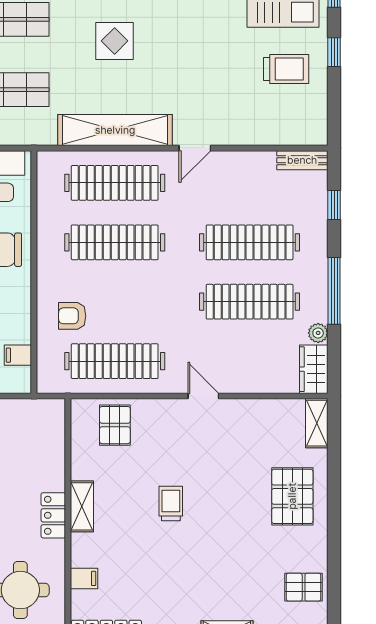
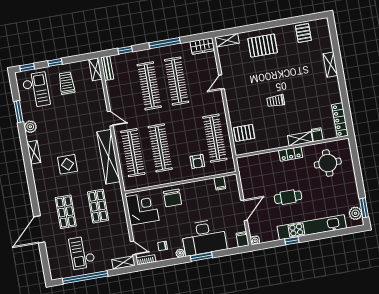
shelving: (304, 135) -> (95, 69), added
plant: (318, 333) -> (185, 47), removed
door: (203, 396) -> (221, 82), moved
shelving: (82, 506) -> (300, 139), moved

